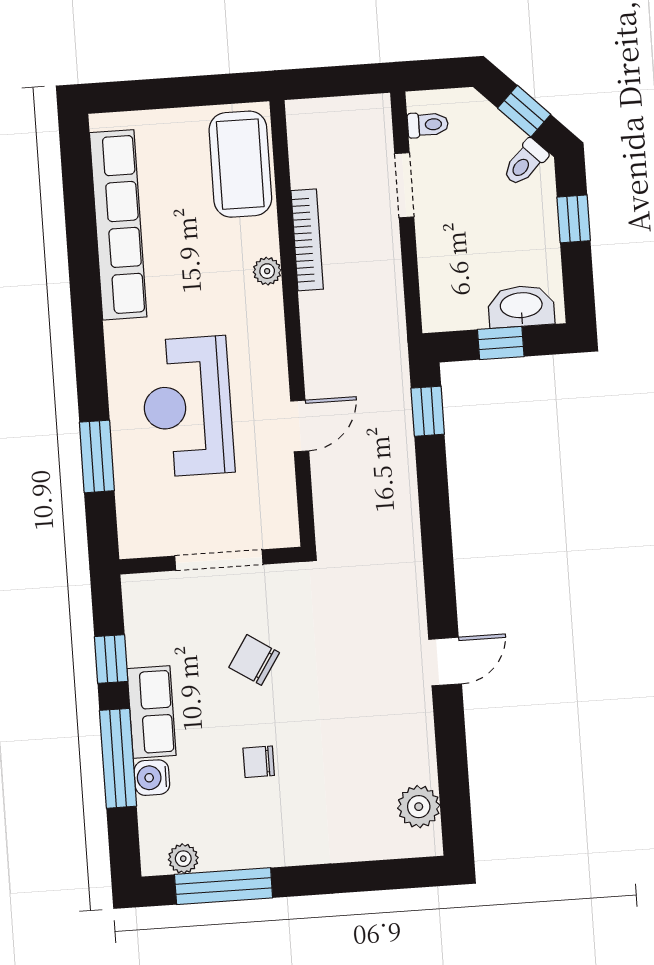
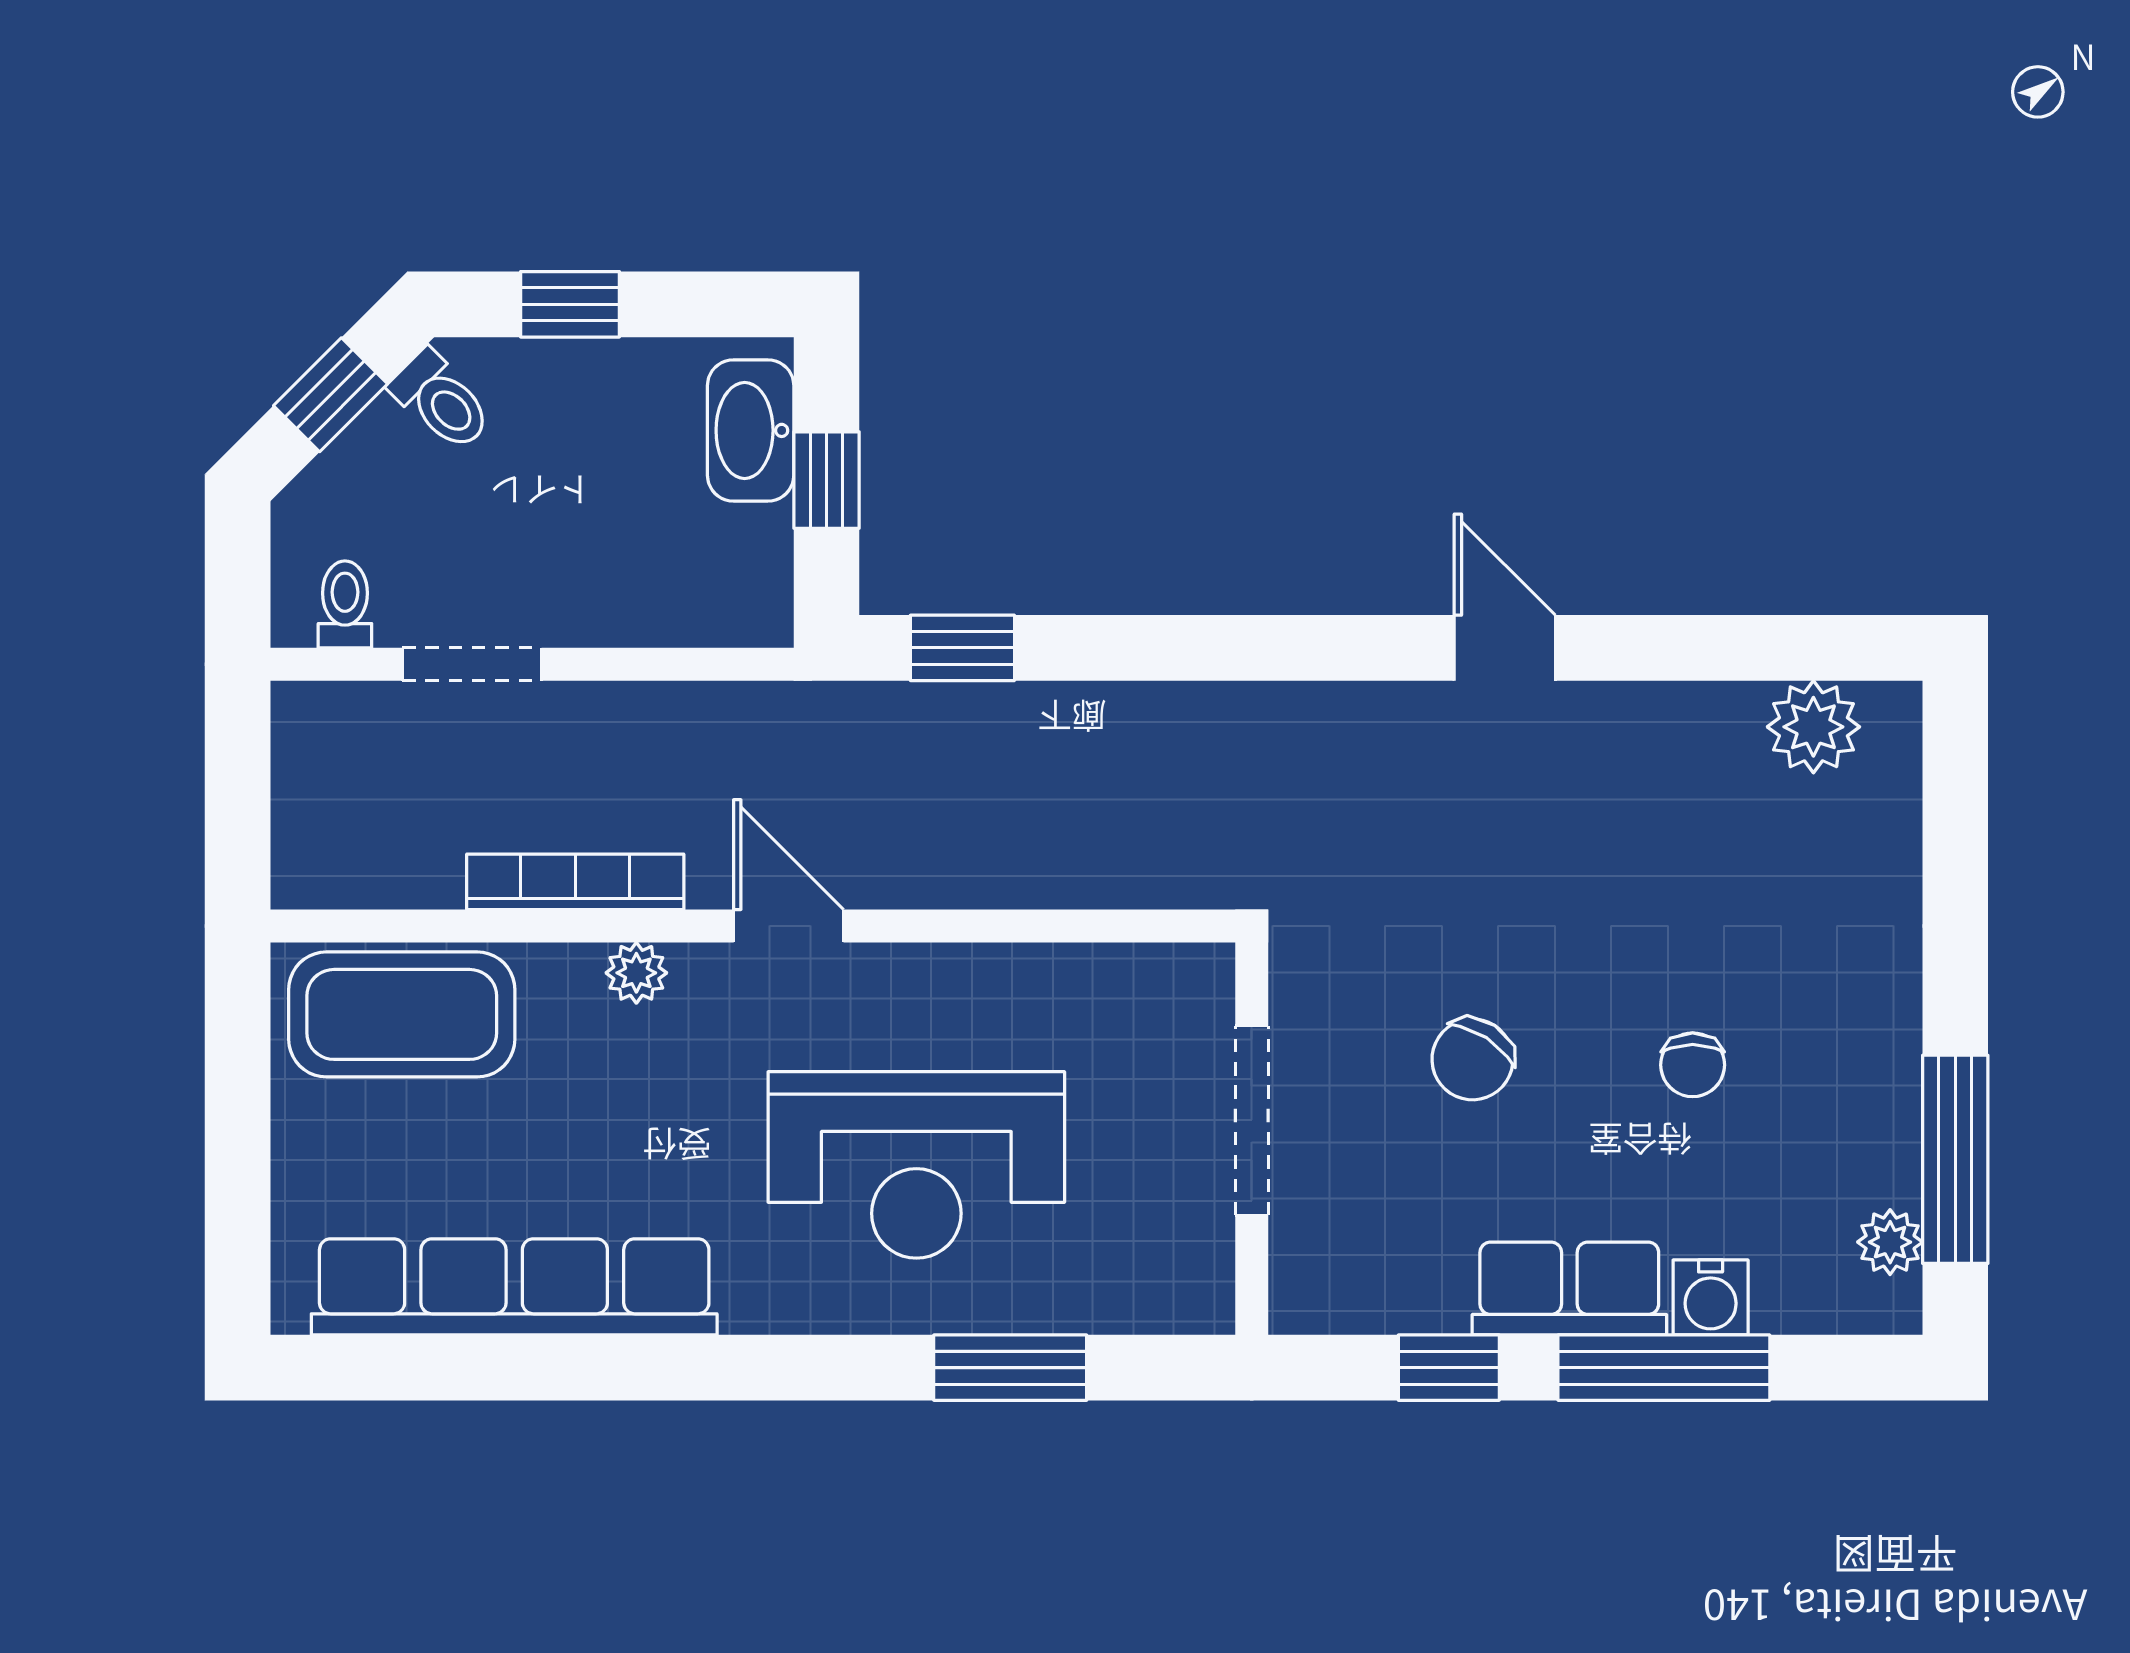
door: (300, 426) -> (789, 926), moved

